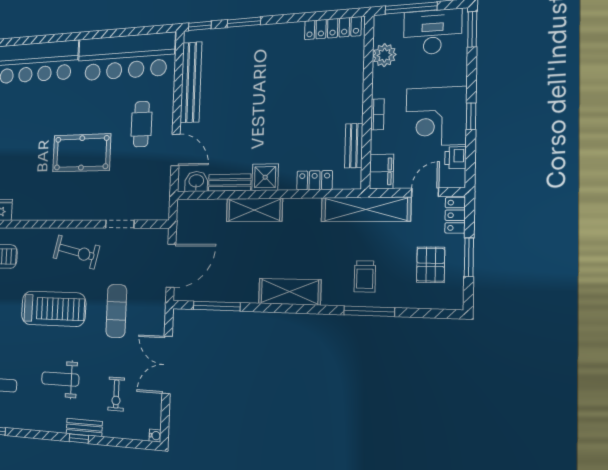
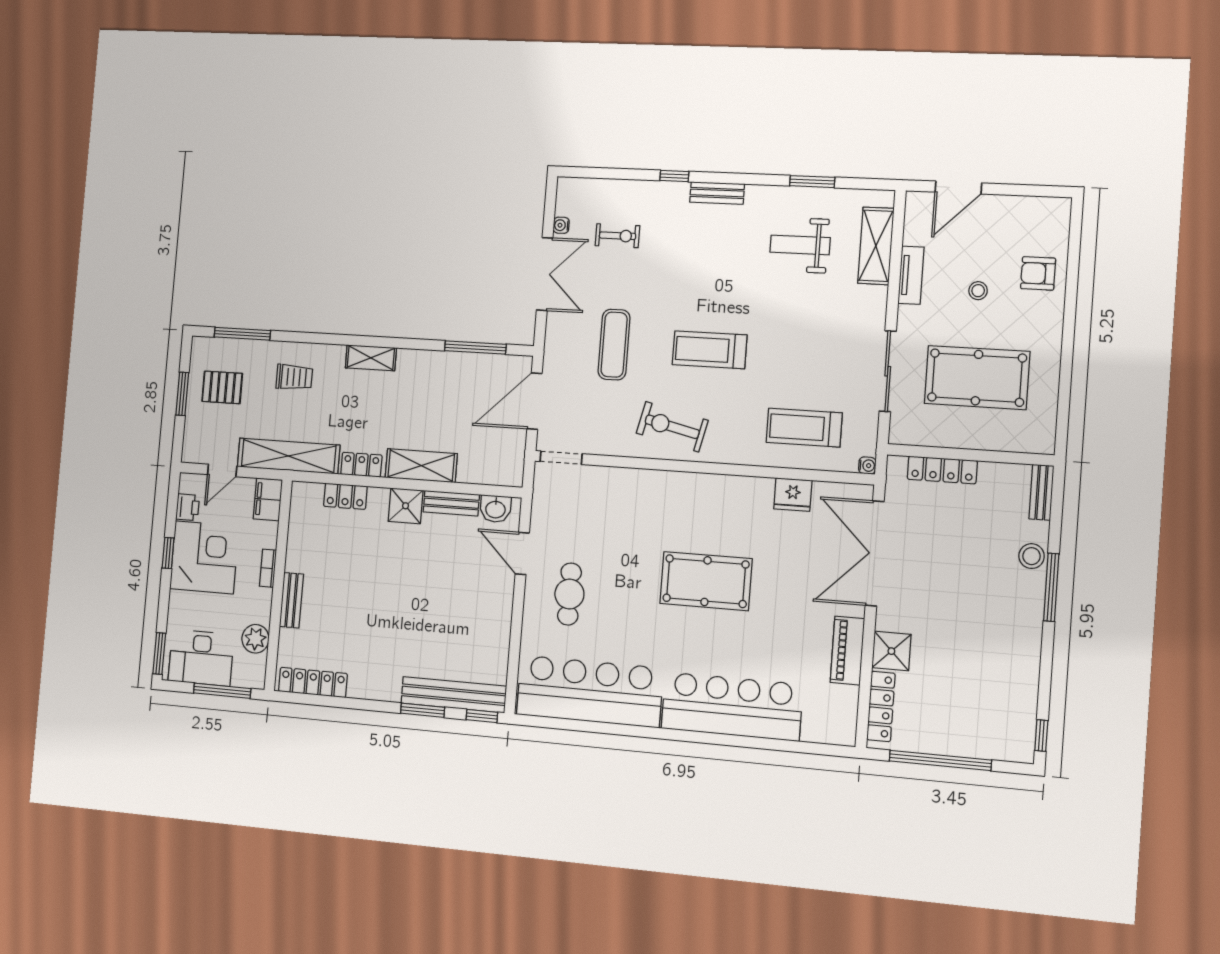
bench: (191, 82) -> (454, 695), moved, turned 90
bench: (354, 146) -> (291, 600), moved
pool table: (82, 153) -> (706, 581), moved
locker: (455, 215) -> (361, 465), moved, turned -90
doorway: (120, 224) -> (561, 458), moved
pallet: (431, 265) -> (222, 387), turned 90
trolley: (365, 276) -> (294, 377), turned 90
shelving: (290, 292) -> (371, 358), width x0.67, depth x0.75
treadmill: (53, 309) -> (709, 350), width x0.73, depth x0.73
window: (369, 311) -> (242, 334), moved
weight bench: (60, 379) -> (701, 254), removed
exercise bike: (116, 394) -> (618, 236), turned 90
bench: (84, 427) -> (717, 193), moved
water cooler: (155, 436) -> (561, 225), moved

